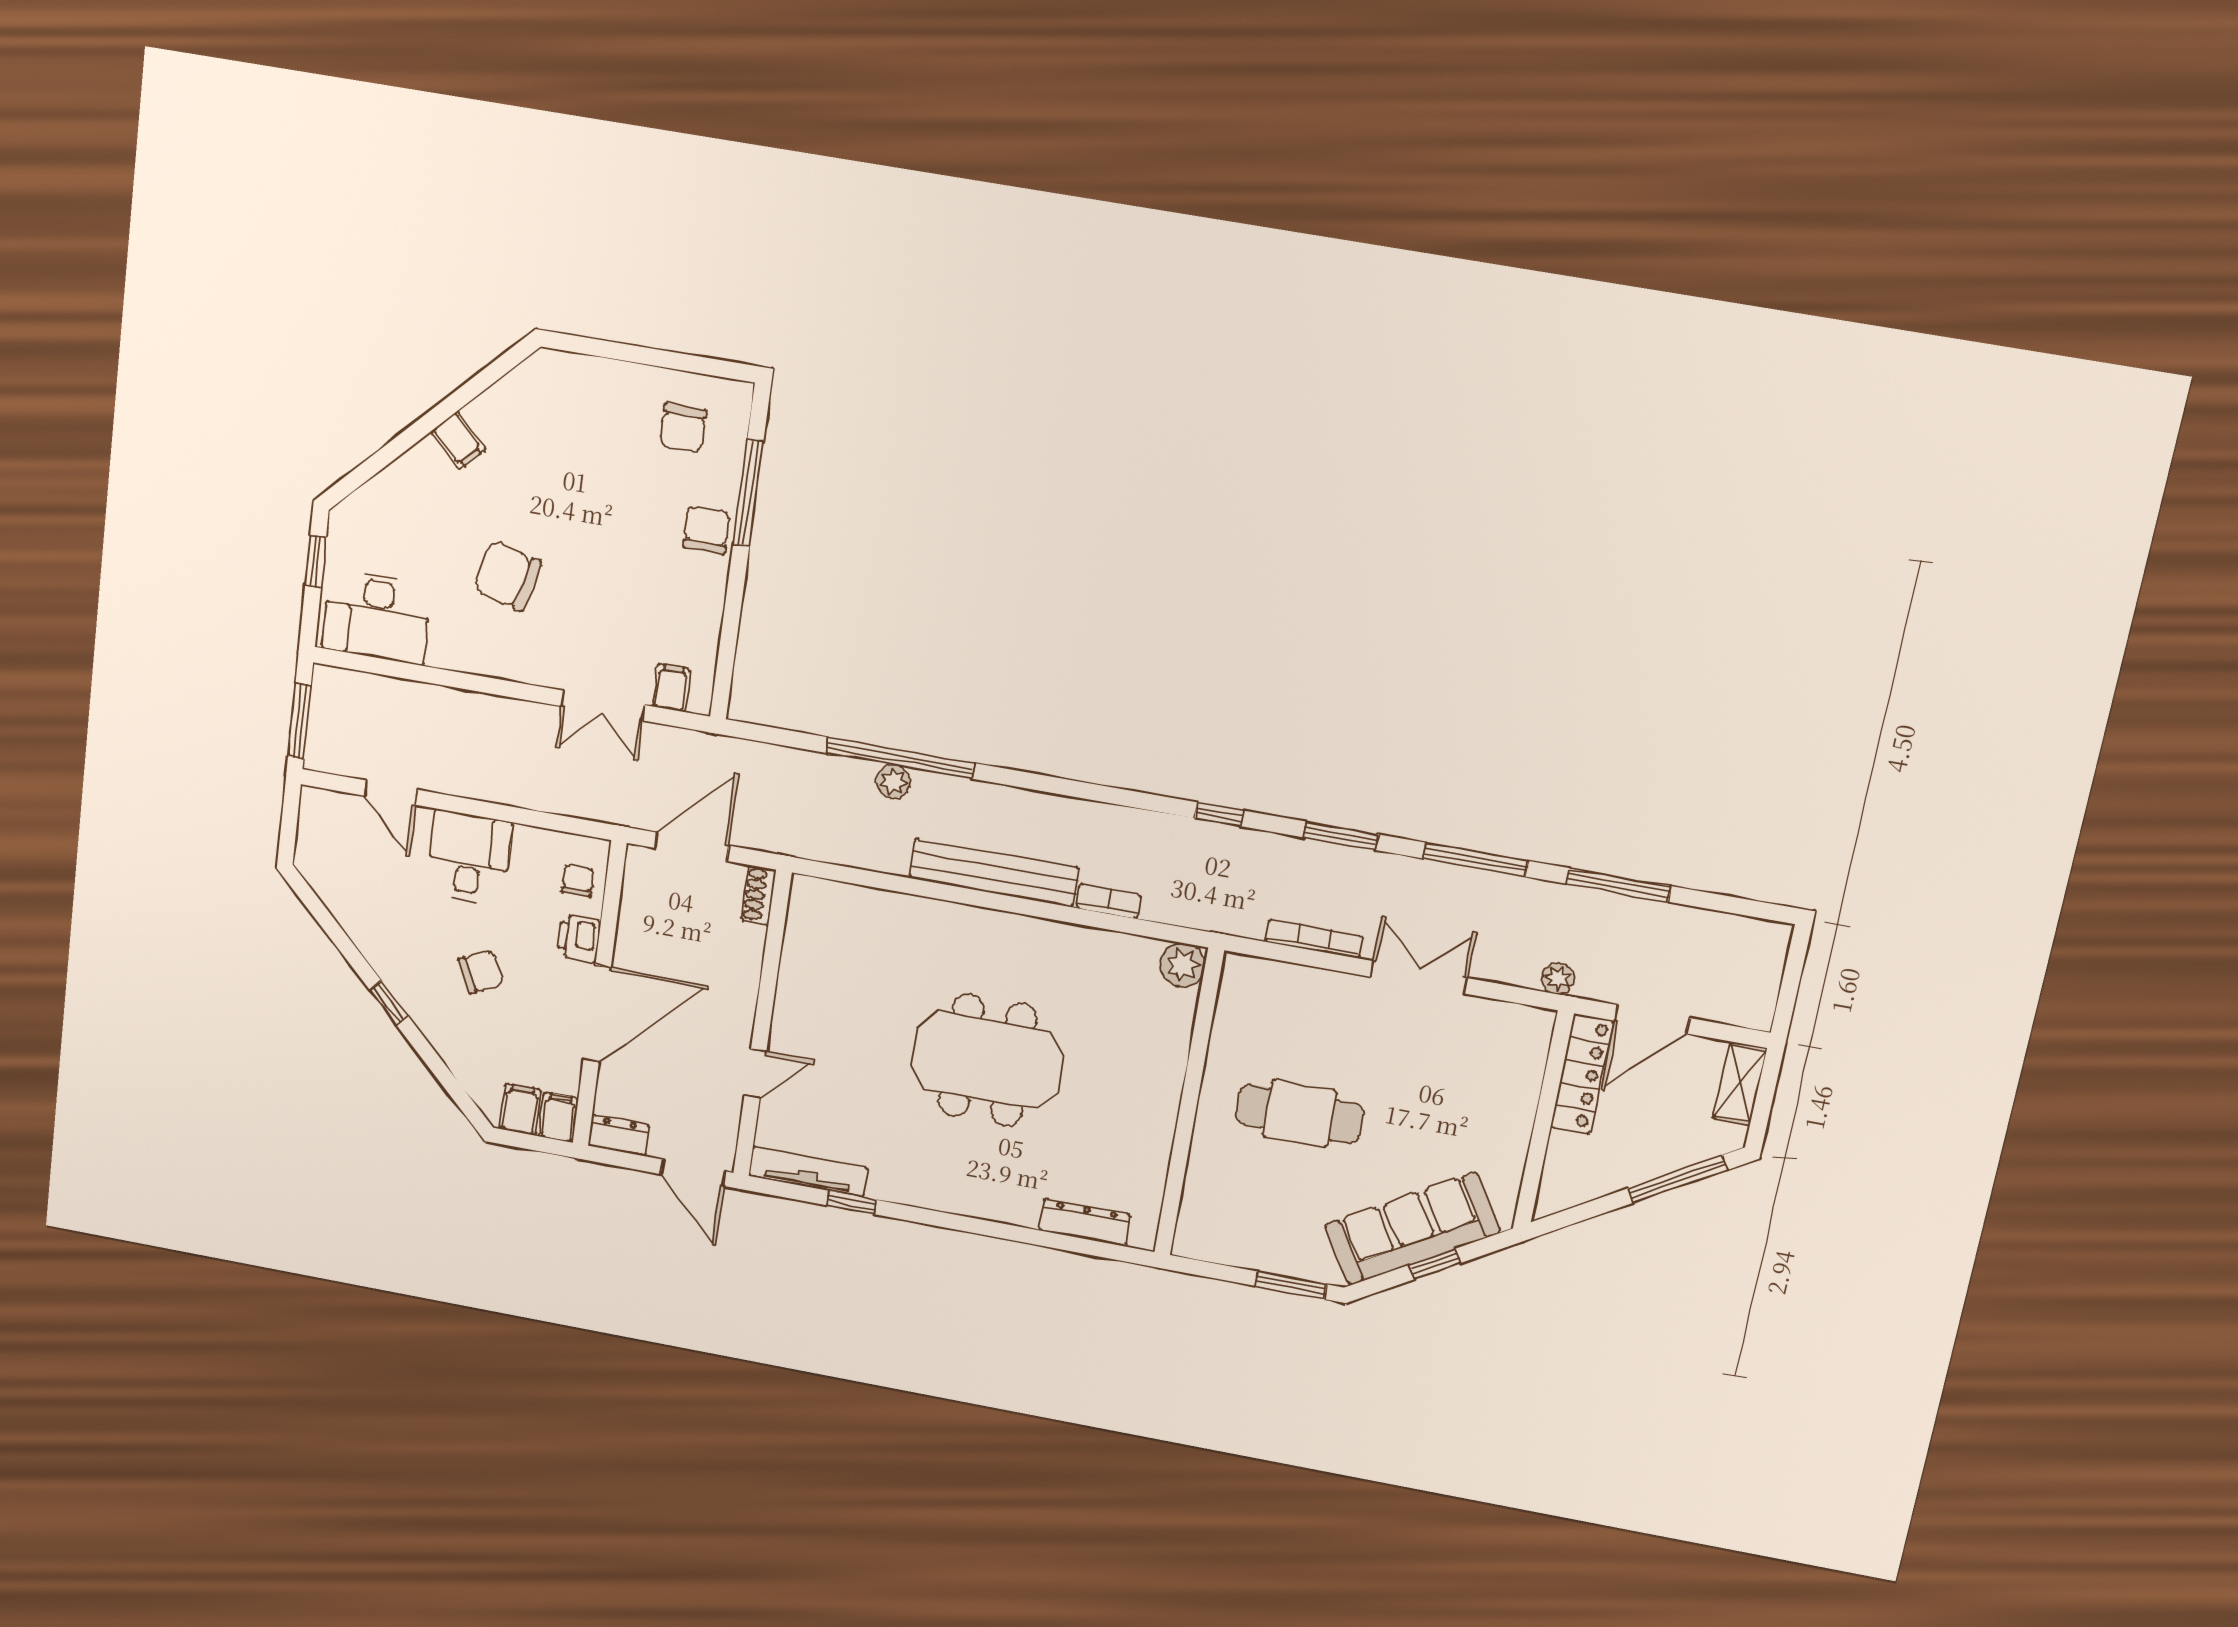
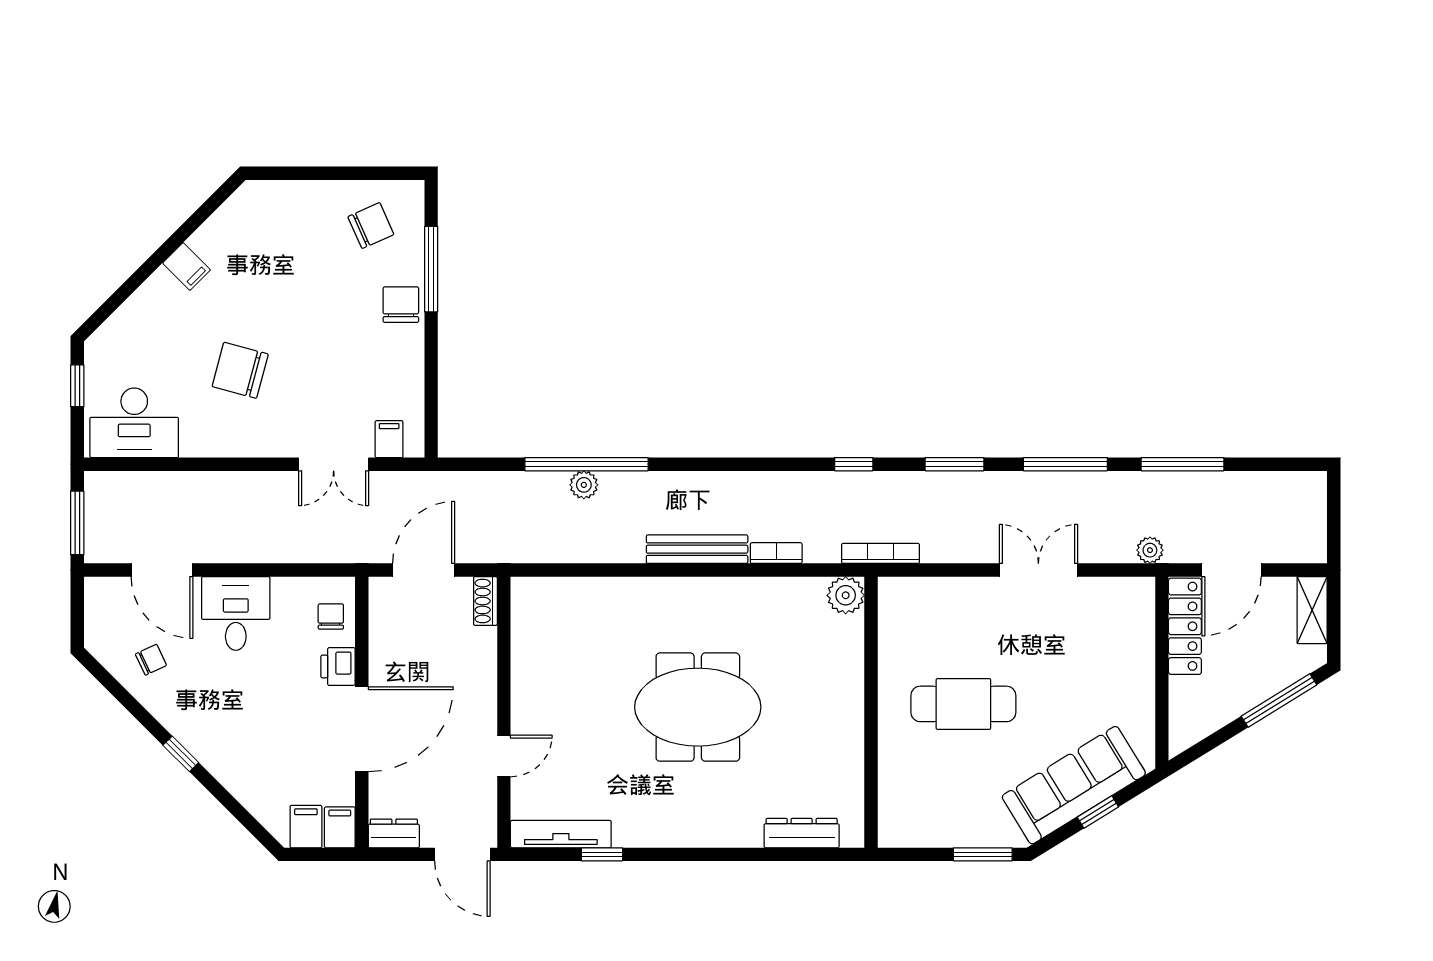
chair: (683, 428) -> (371, 226), turned -114
door: (390, 793) -> (162, 570), width x1.38
bench: (994, 873) -> (697, 549), width x0.73, depth x0.82
bookcase: (1314, 939) -> (880, 553), moved
chair: (481, 972) -> (151, 660), moved, width x0.73, depth x0.73

